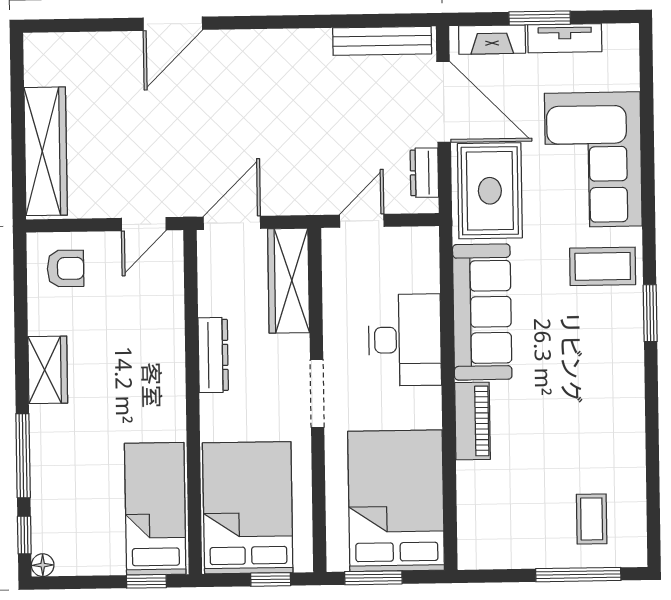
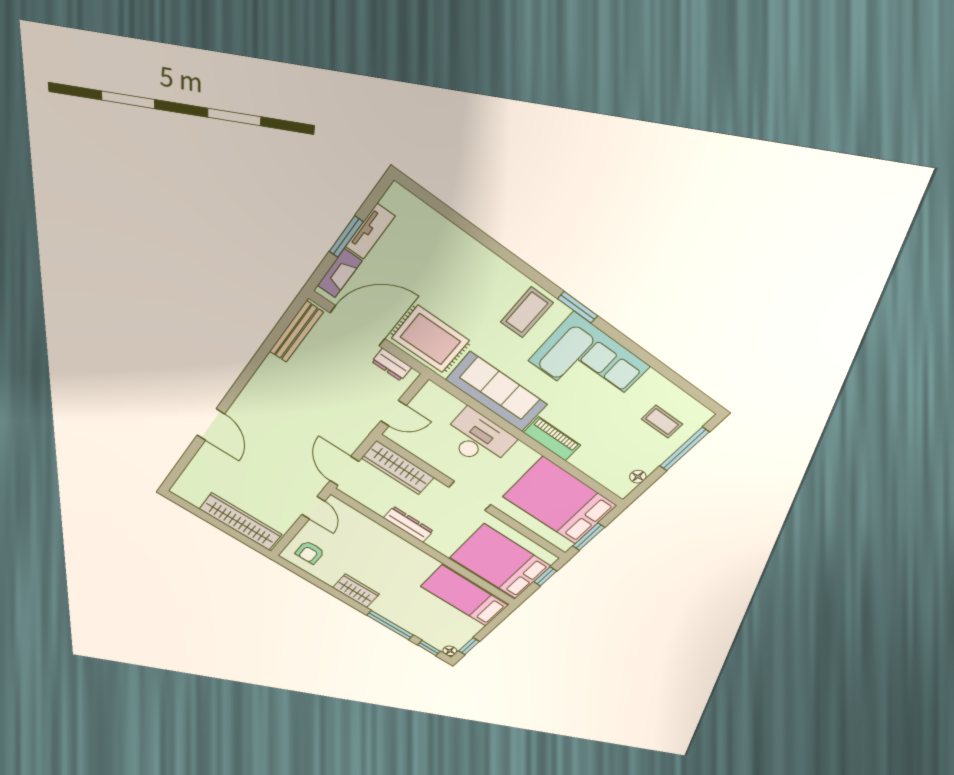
corner sofa: (593, 160) -> (589, 363), moved
door: (362, 221) -> (394, 413), swing flipped
armchair: (65, 268) -> (310, 552), turned 180
floor lamp: (502, 558) -> (638, 477), added
window: (146, 581) -> (469, 646), moved

